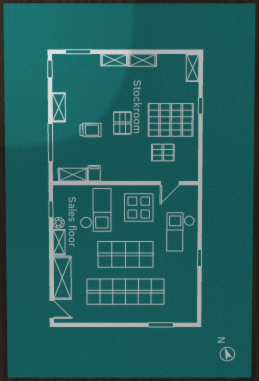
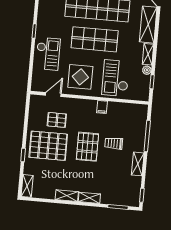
pallet: (122, 123) -> (87, 147), width x1.50, depth x1.42
filing cabinet: (94, 173) -> (102, 107), moved
shelving: (73, 175) -> (131, 109), removed

